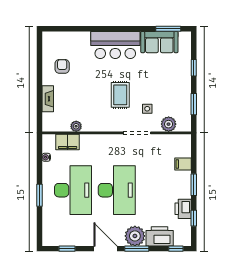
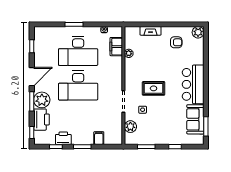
plant: (49, 39) -> (198, 32), added

